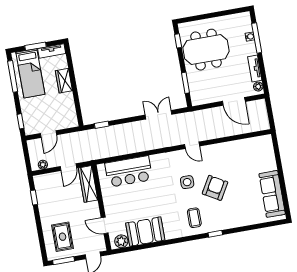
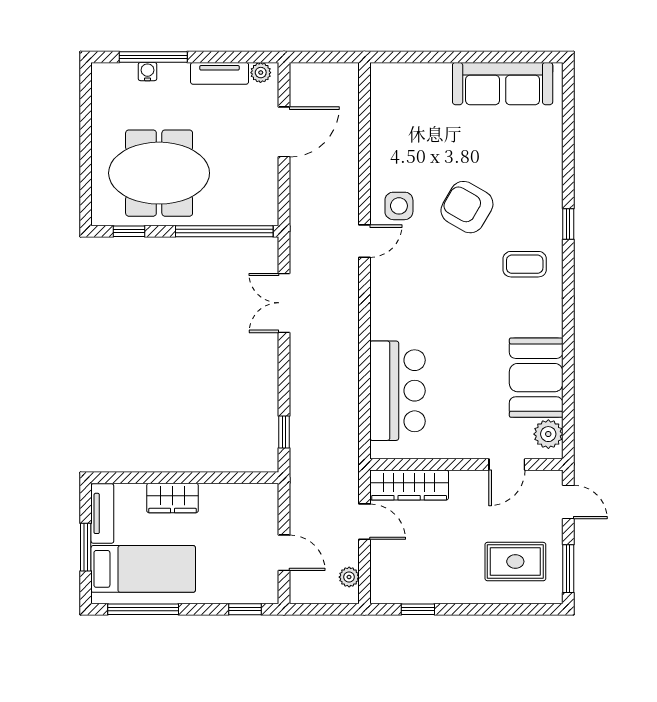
meeting table: (206, 50) -> (159, 173), turned 90
window: (185, 83) -> (224, 231), width x2.11
side table: (187, 182) -> (399, 206), moved

